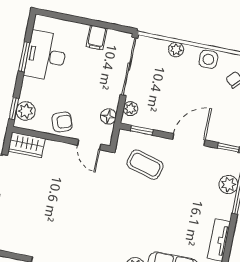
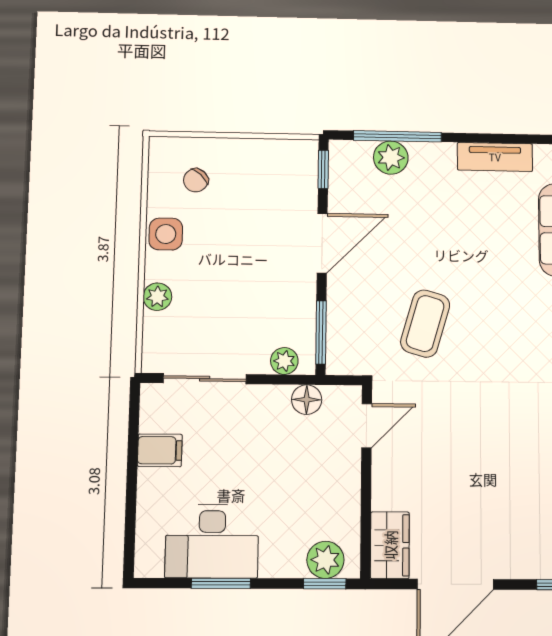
sliding door: (129, 66) -> (205, 379), width x0.73
armchair: (62, 122) -> (333, 486), removed
window: (142, 130) -> (321, 332), width x1.50
door: (189, 140) -> (322, 243), swing flipped
coffee table: (145, 165) -> (425, 324), moved

